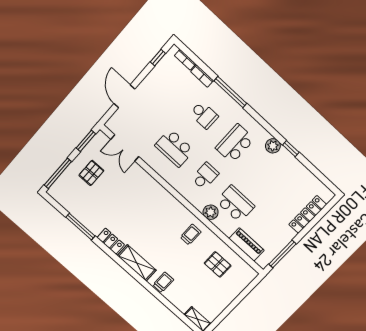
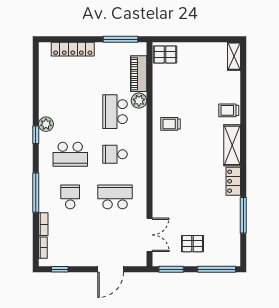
school desk: (174, 148) -> (115, 197), turned -90
window: (291, 149) -> (36, 135), moved
plant: (211, 212) -> (139, 101), moved
pallet: (218, 264) -> (165, 54), moved, turned 90

